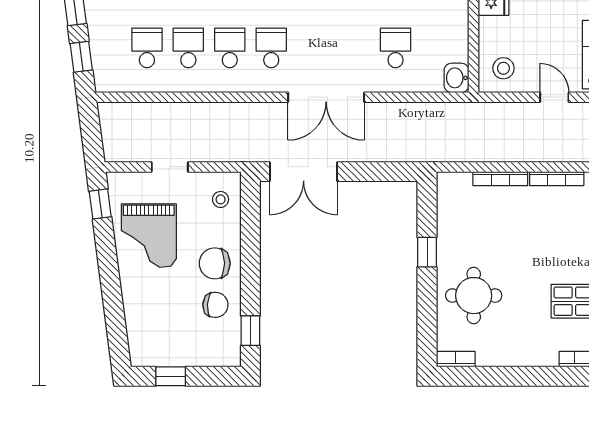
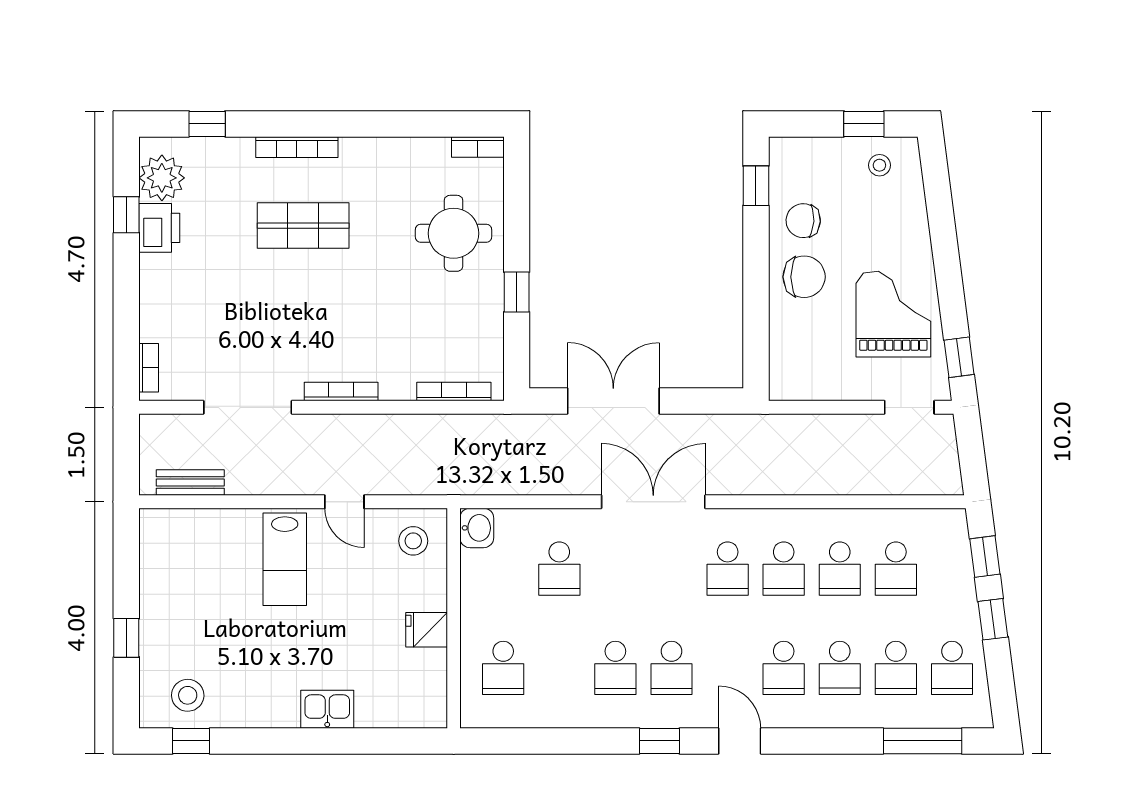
doorway: (170, 167) -> (909, 407), moved
double door: (304, 172) -> (613, 401), moved
bookcase: (500, 179) -> (454, 391), moved
stool: (221, 199) -> (879, 165), moved

